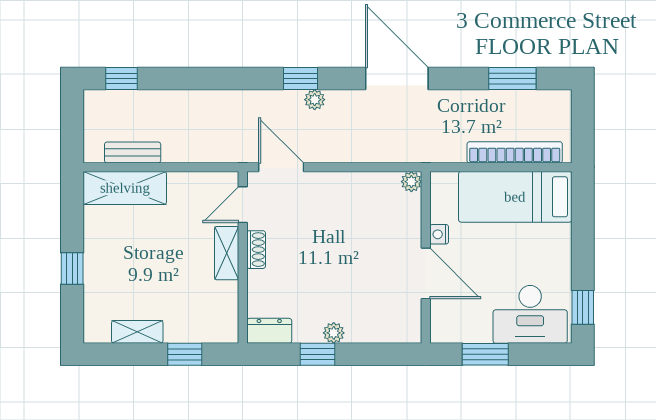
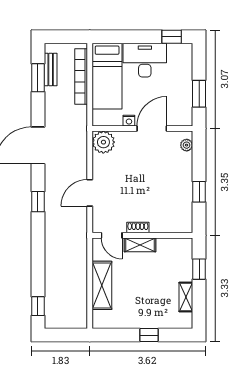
plant: (315, 100) -> (50, 193), removed
bench: (133, 152) -> (51, 70), moved
door: (281, 167) -> (90, 193), moved
plant: (411, 182) -> (103, 142), width x1.87, depth x1.87
shelving: (125, 188) -> (102, 285), moved
desk: (530, 314) -> (145, 60), moved, turned -90
dresser: (269, 331) -> (185, 220), removed
plant: (334, 333) -> (187, 145), moved

